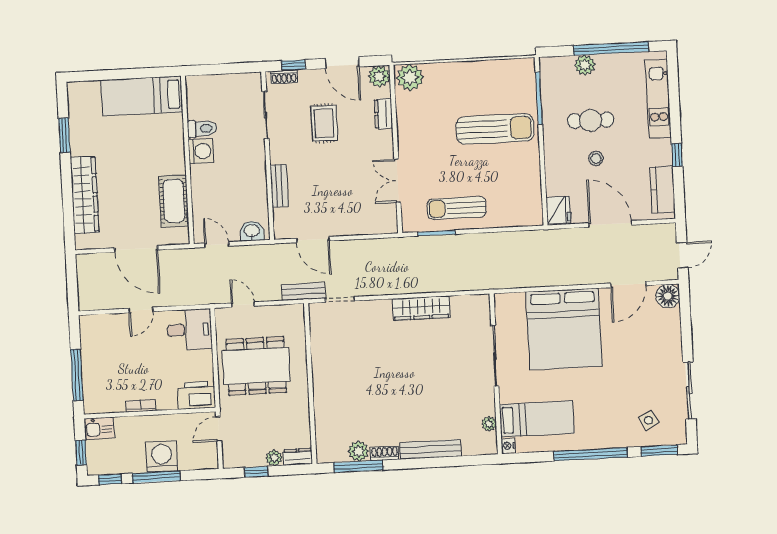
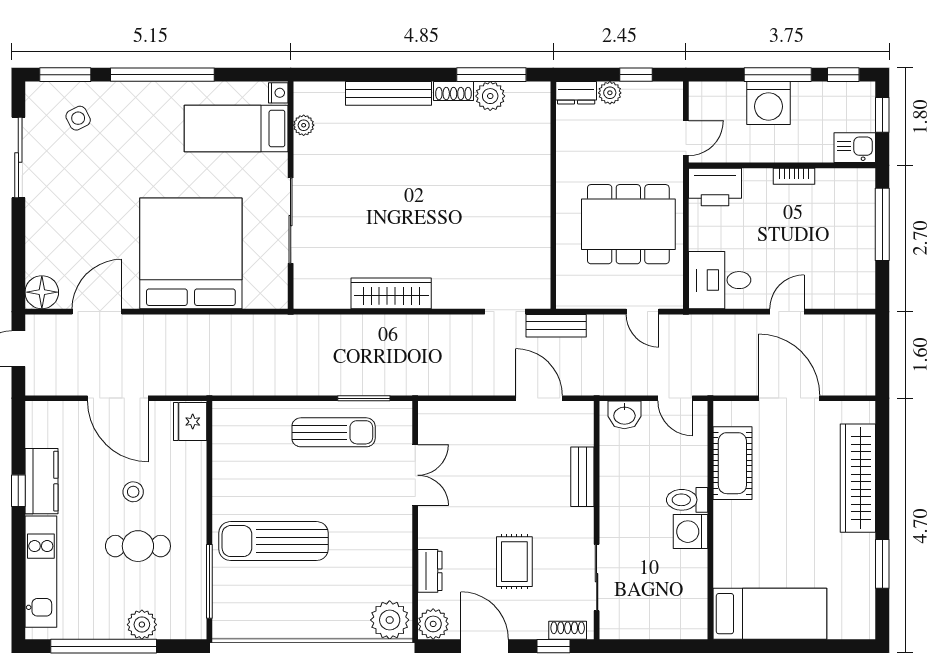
toilet: (202, 129) -> (687, 500), moved
kitchen counter: (662, 189) -> (41, 481), moved

